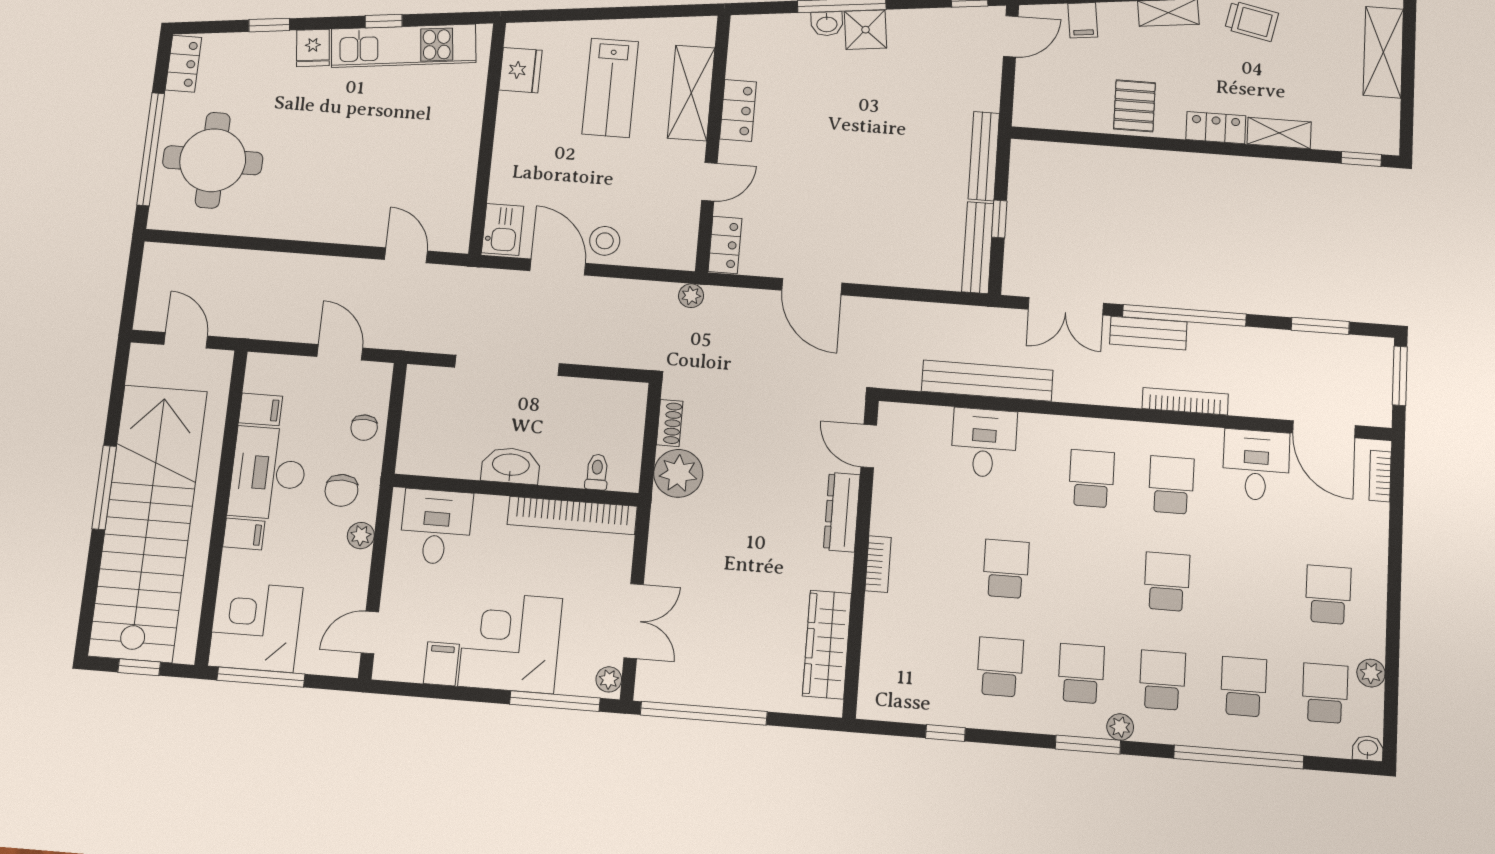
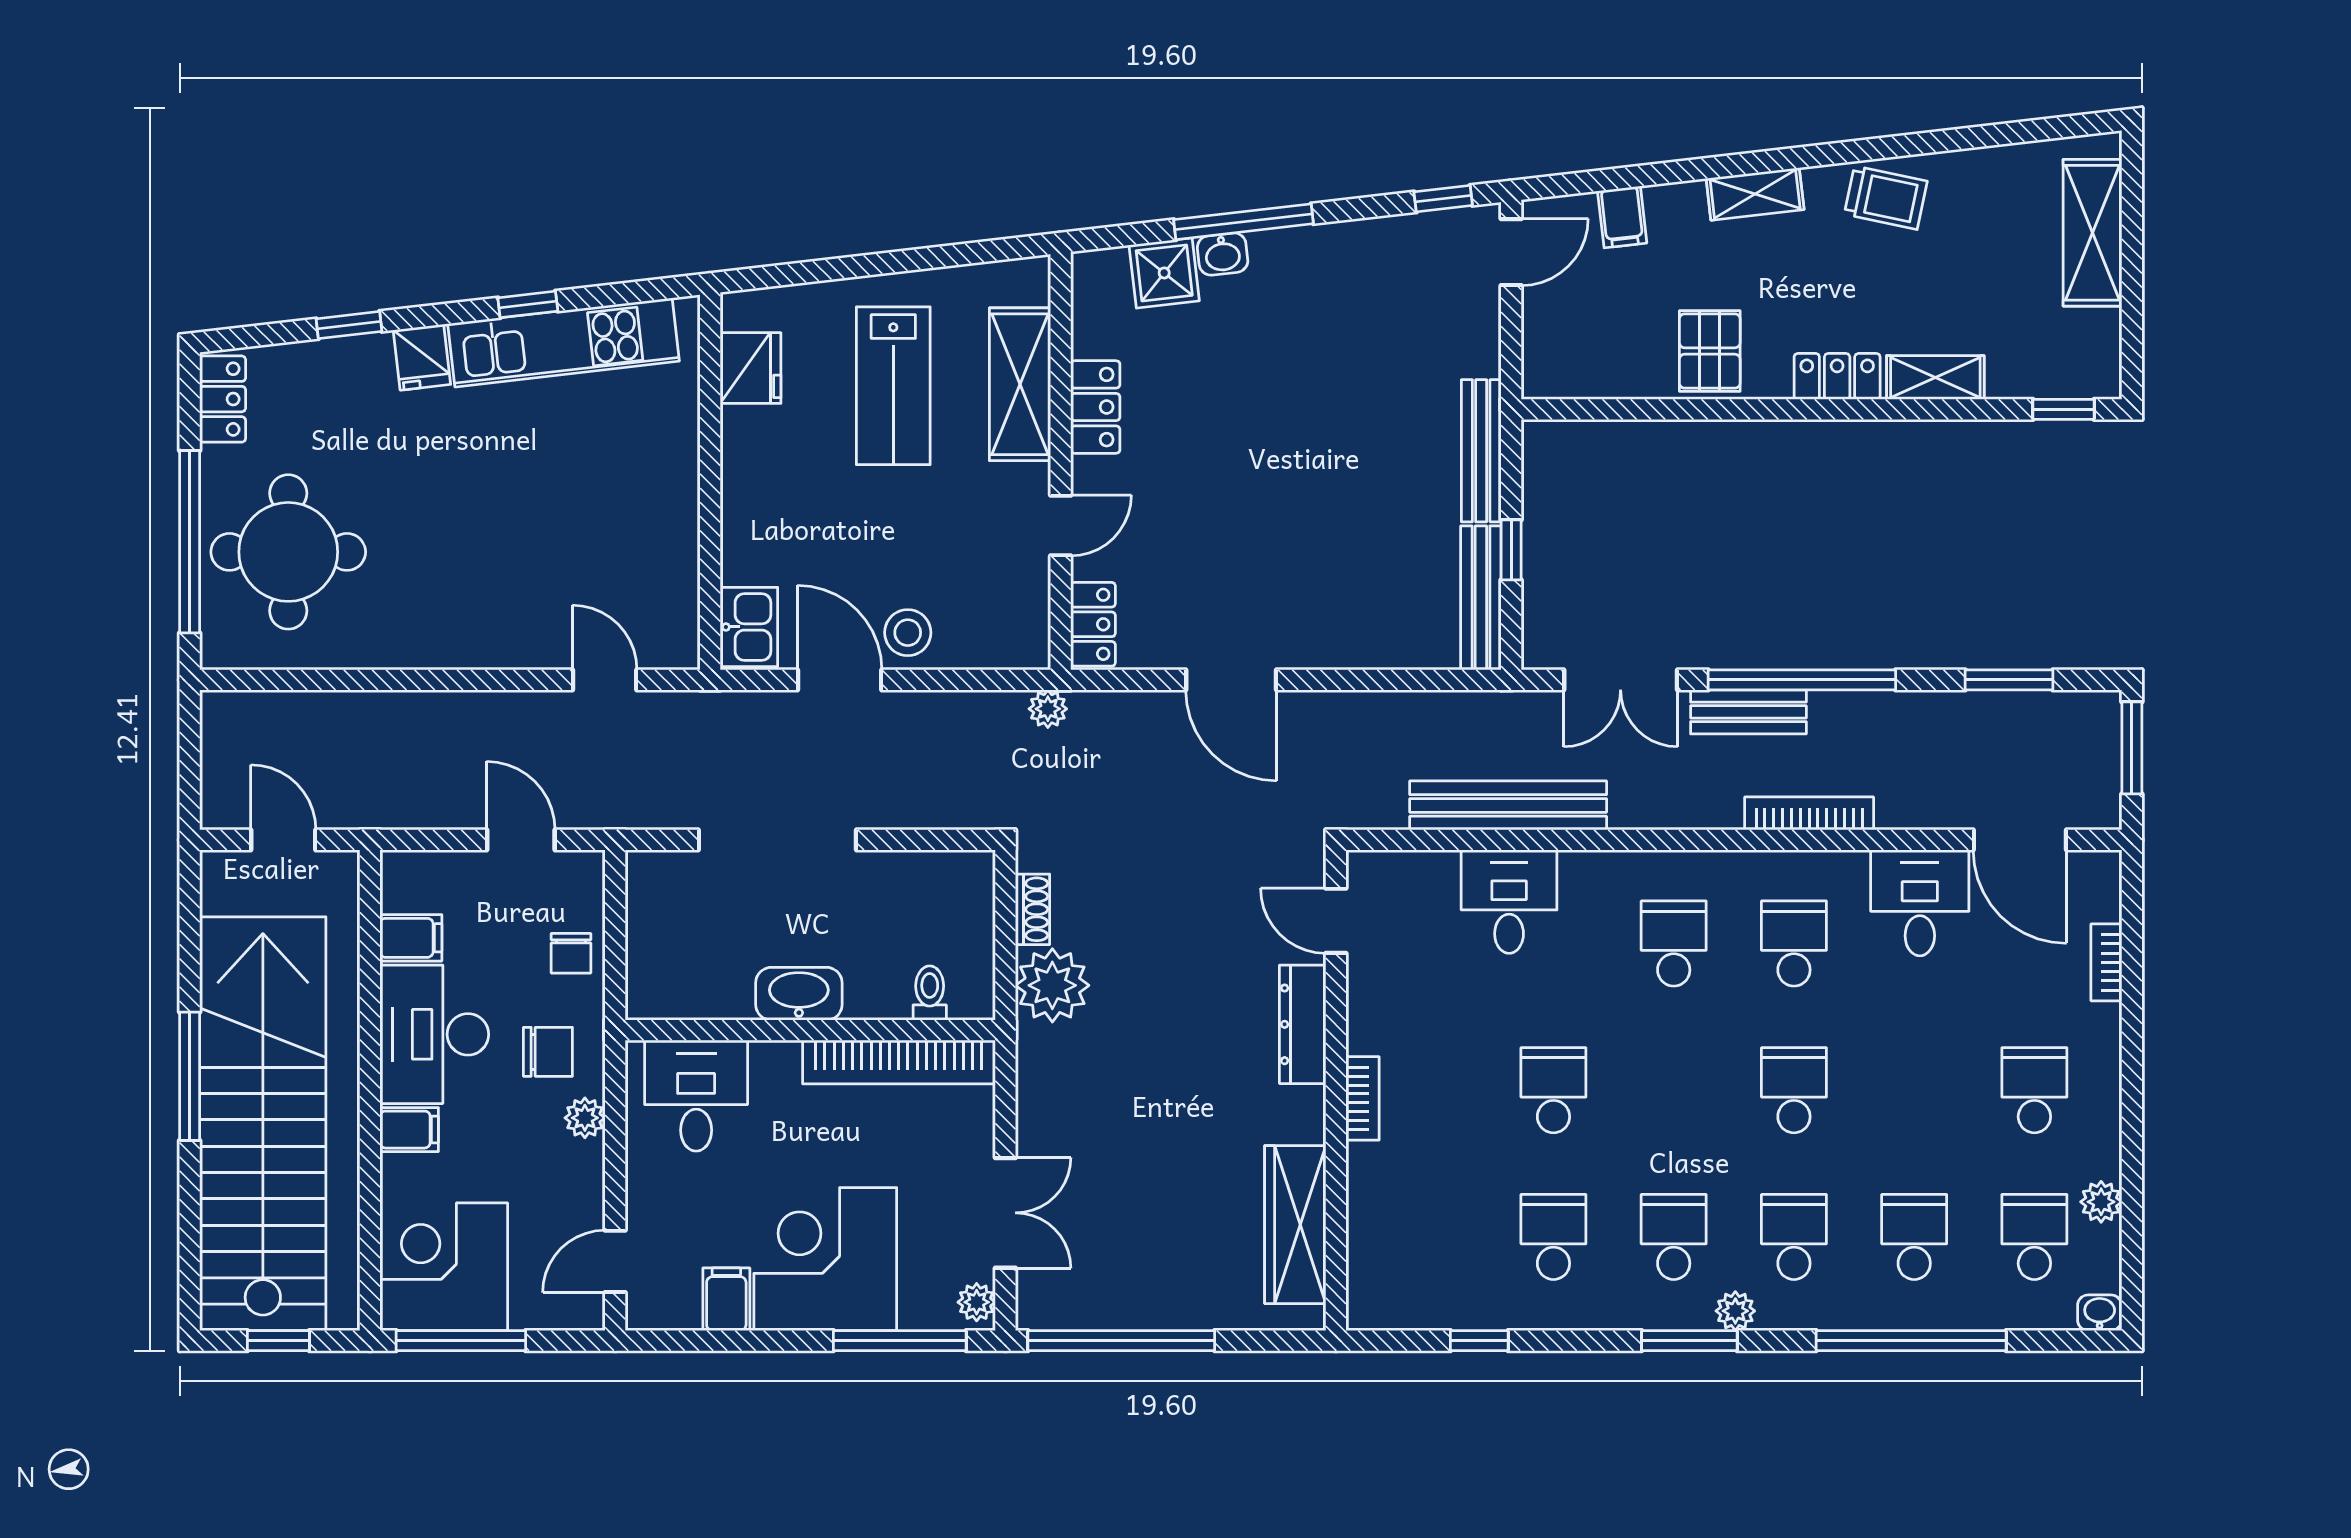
shower: (866, 30) -> (1164, 273), moved
bookcase: (1380, 476) -> (2106, 962), moved
chair: (341, 490) -> (548, 1052), turned -90

